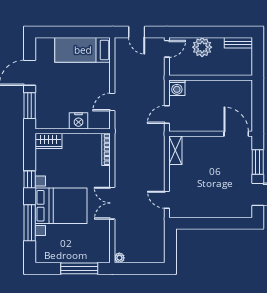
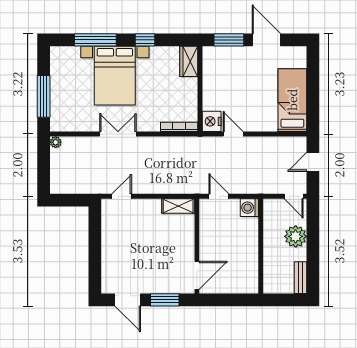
nightstand: (79, 121) -> (212, 121), moved

